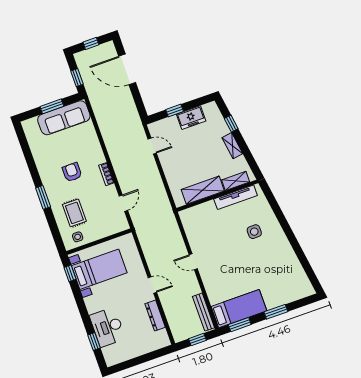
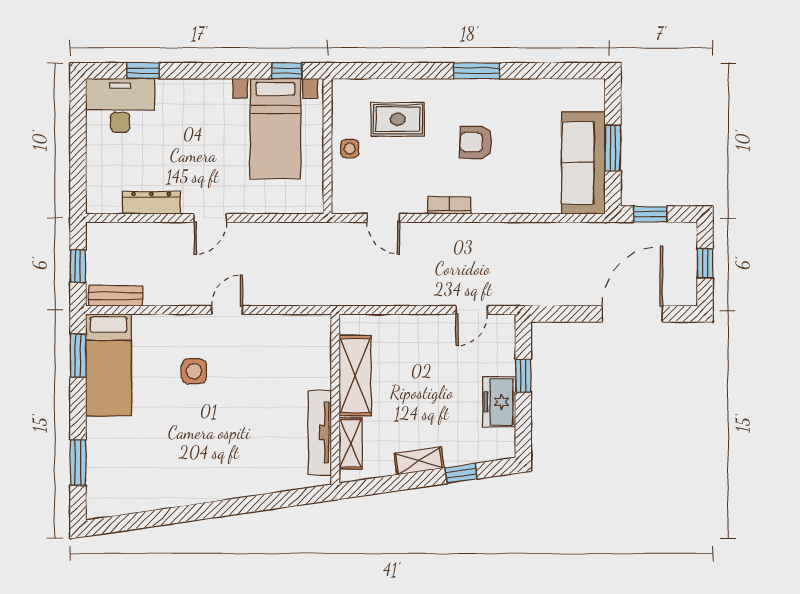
armchair: (72, 172) -> (476, 142), turned 180
window: (43, 197) -> (477, 71), moved
side table: (254, 232) -> (194, 371), moved
side table: (78, 237) -> (350, 149), moved
bench: (203, 312) -> (116, 296), width x0.73
window: (276, 312) -> (78, 462), moved
desk: (107, 327) -> (120, 106), moved

